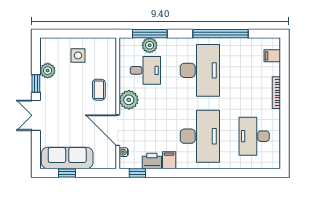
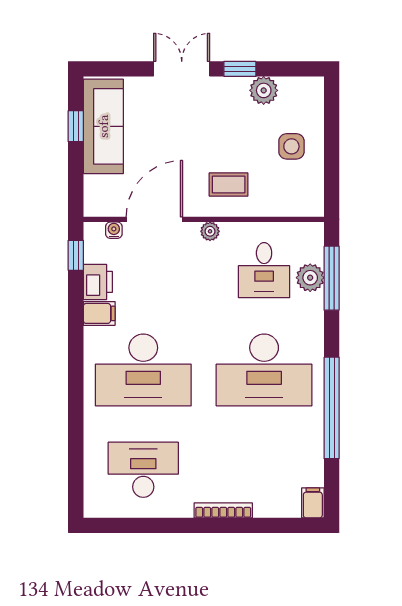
filing cabinet: (272, 56) -> (313, 503), moved
plant: (129, 100) -> (210, 231), width x0.53, depth x0.53

